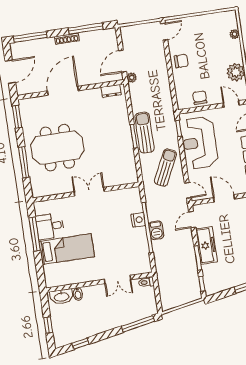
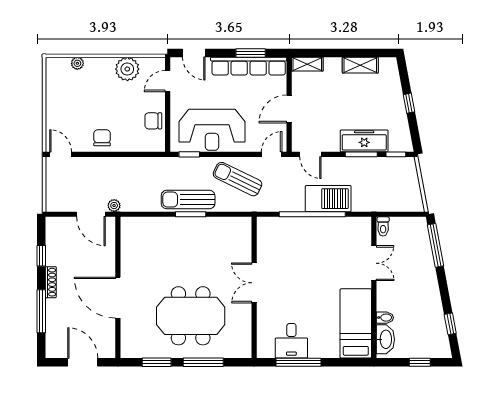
window: (86, 29) -> (41, 256), width x0.46
window: (30, 37) -> (41, 311), moved
dresser: (111, 91) -> (127, 235), removed
window: (17, 117) -> (157, 362), moved
meeting table: (57, 148) -> (191, 316), turned 90
nightstand: (138, 220) -> (300, 225), removed
barbecue: (156, 230) -> (328, 199), width x1.88, depth x1.53
freezer: (206, 245) -> (364, 141), moved
bed: (67, 249) -> (356, 323), moved

